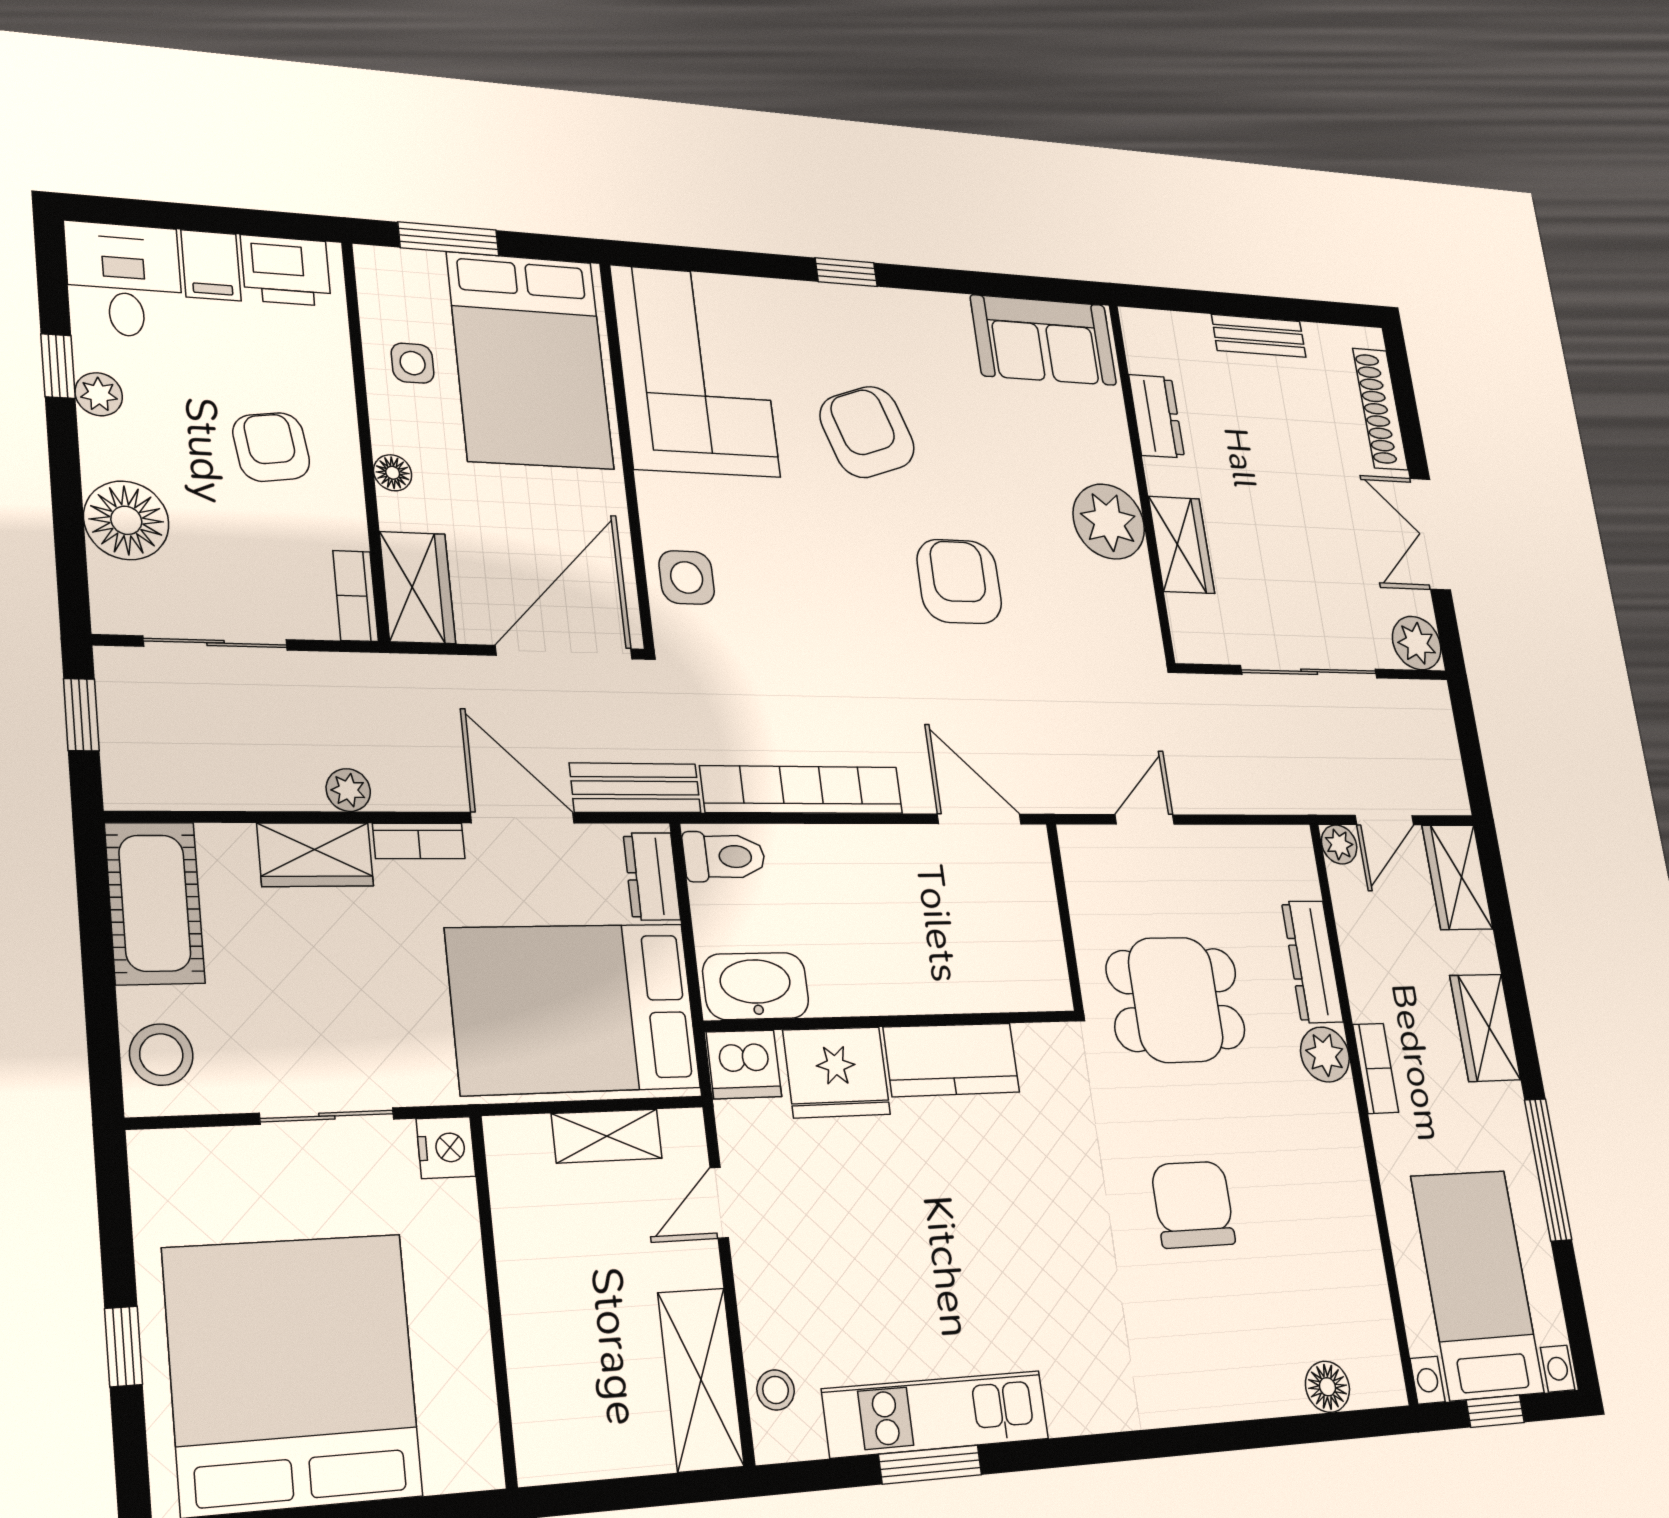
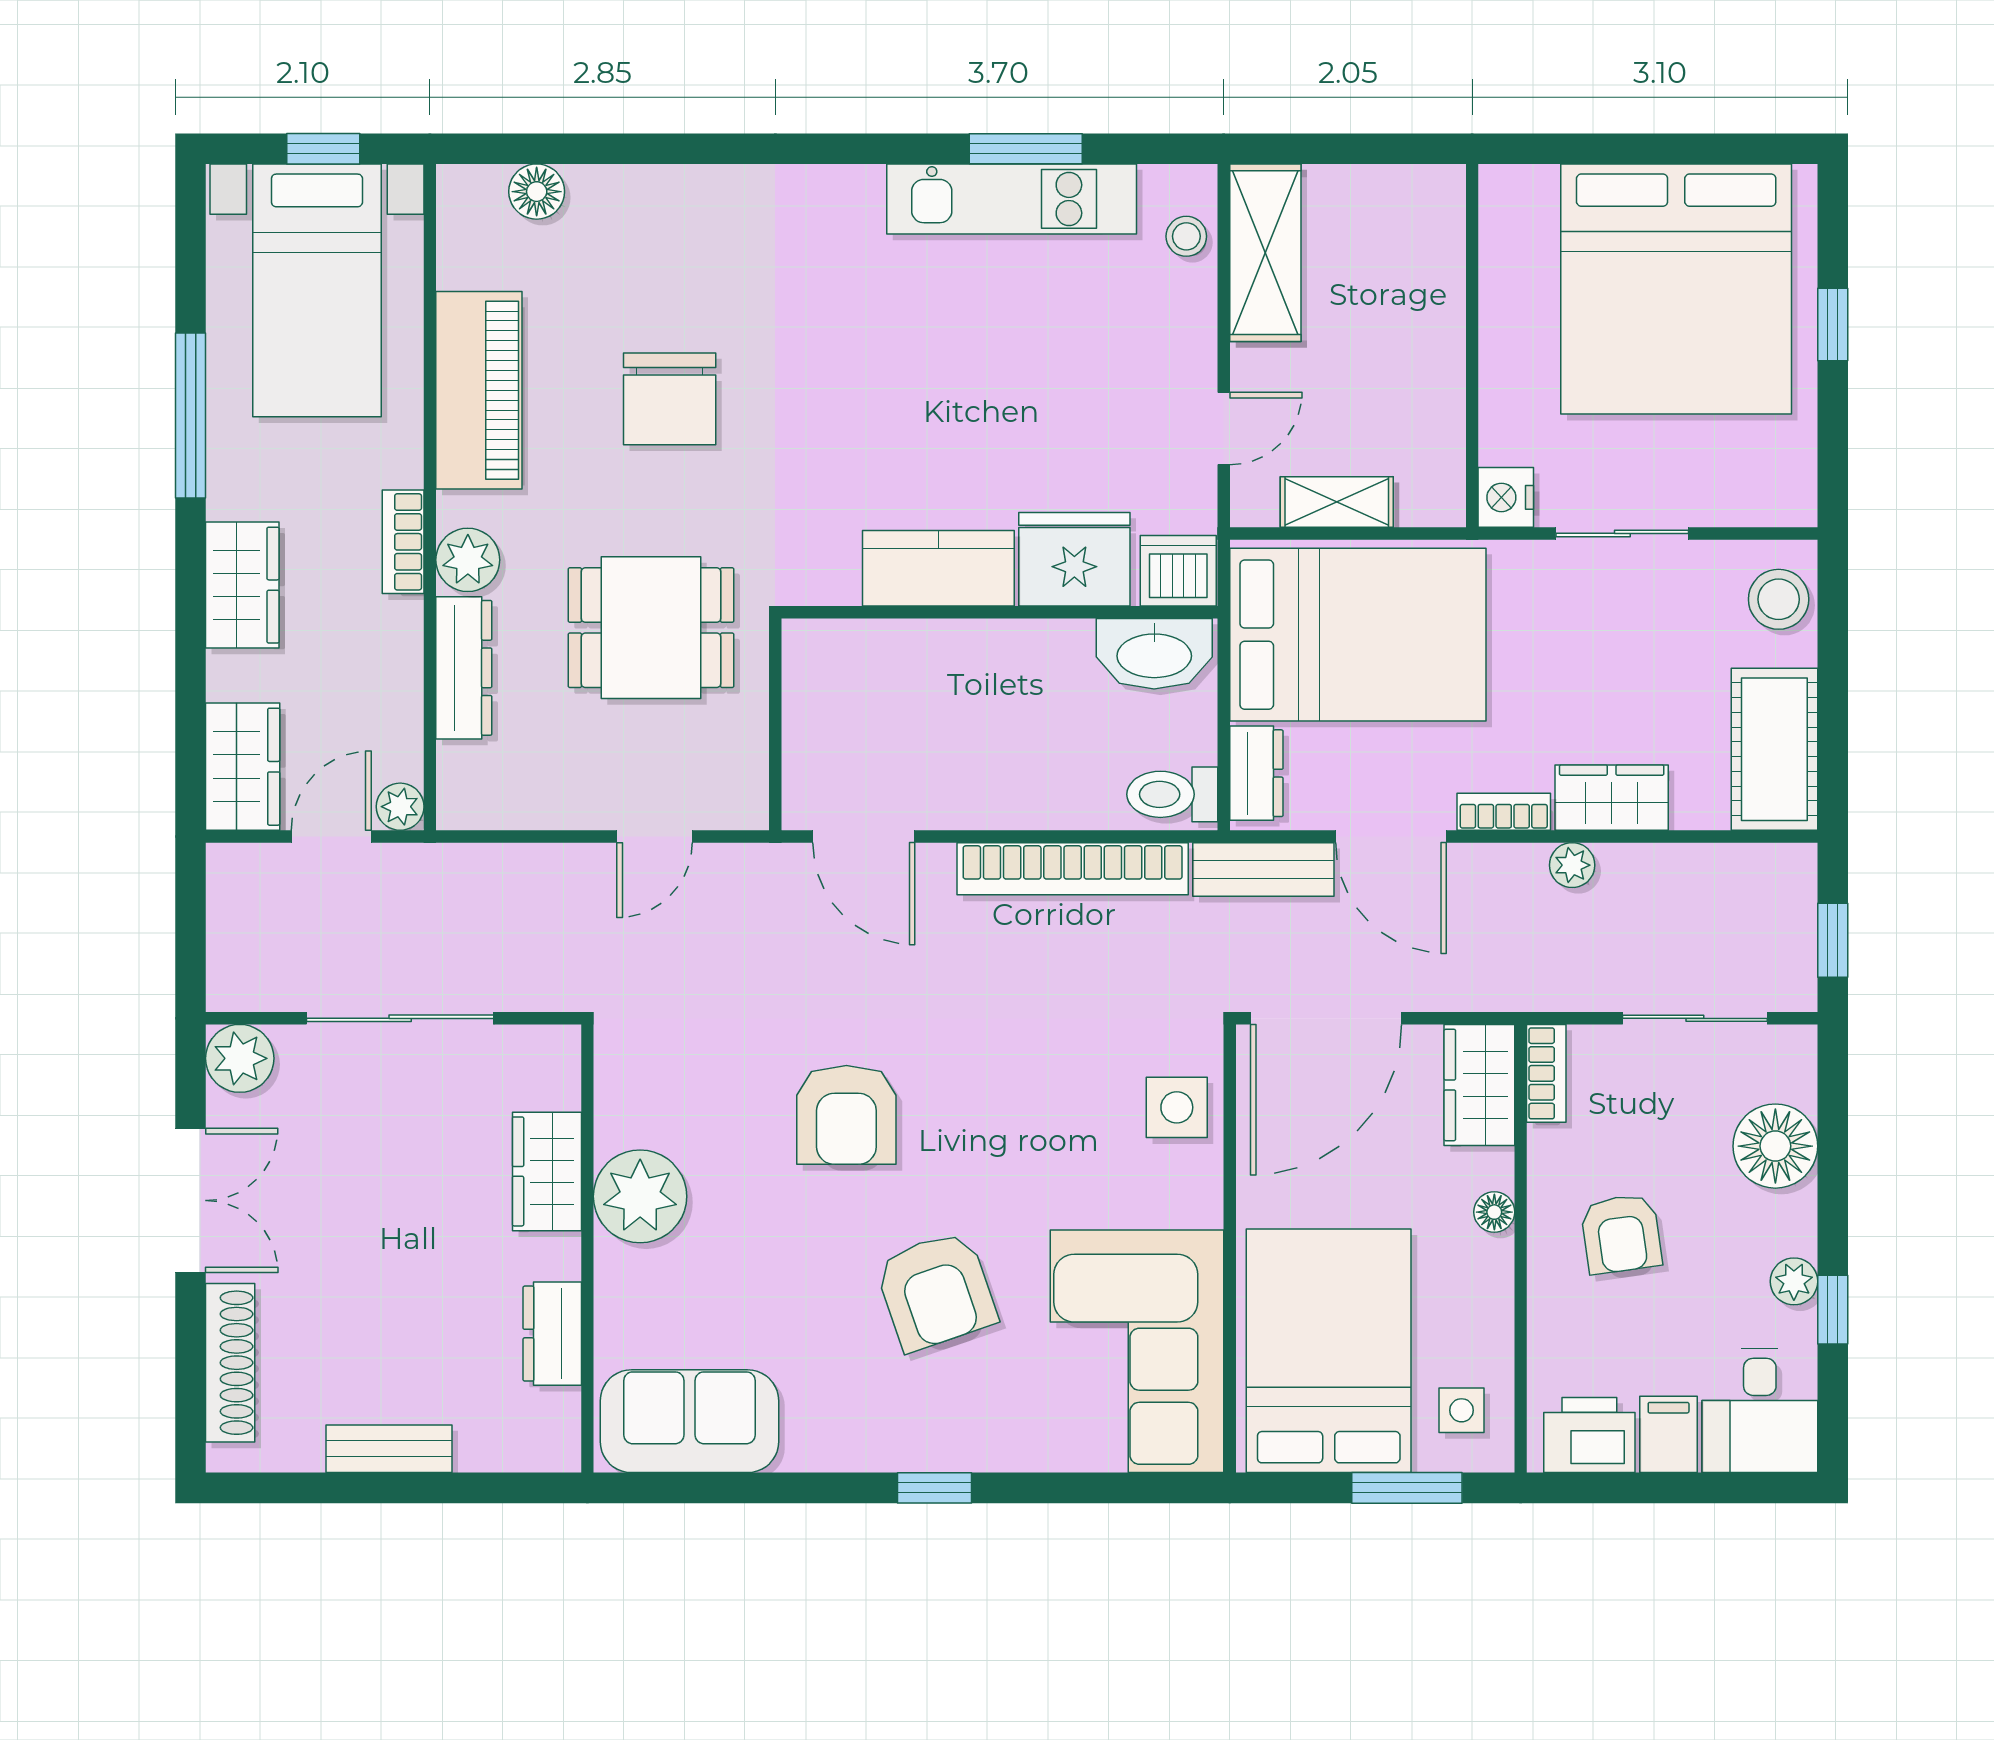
side table: (413, 363) -> (1462, 1410), moved
piano: (1342, 1204) -> (479, 390), added

